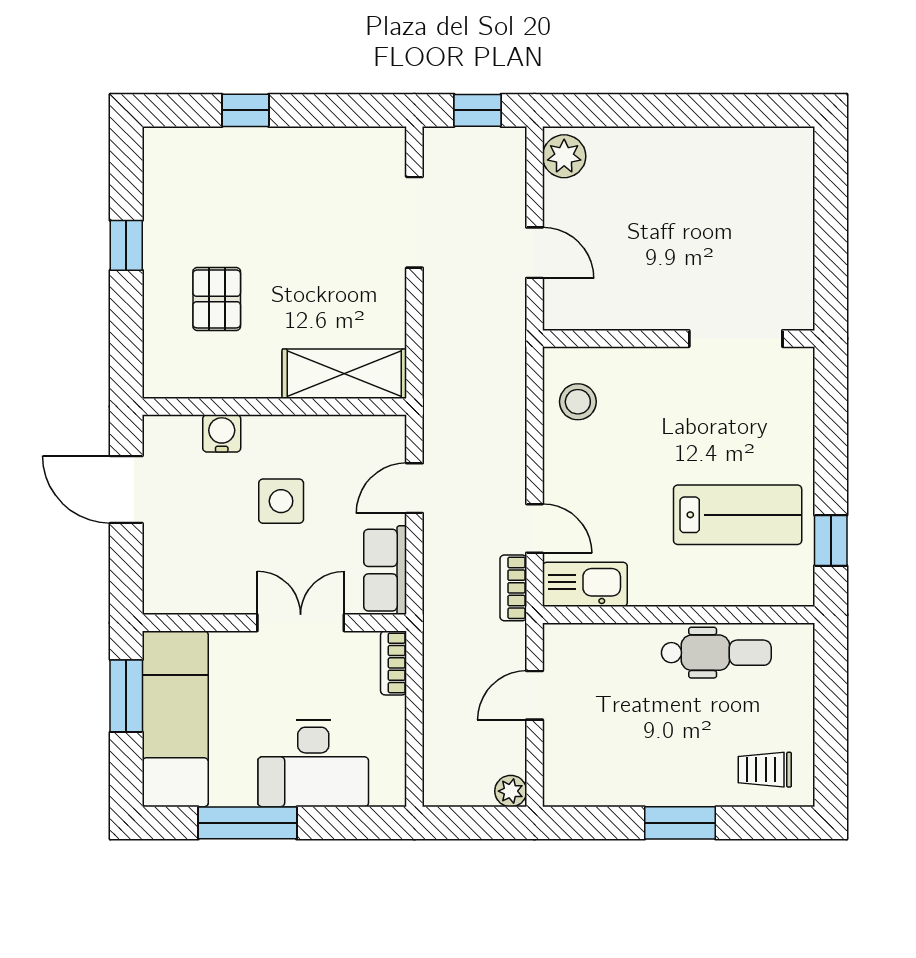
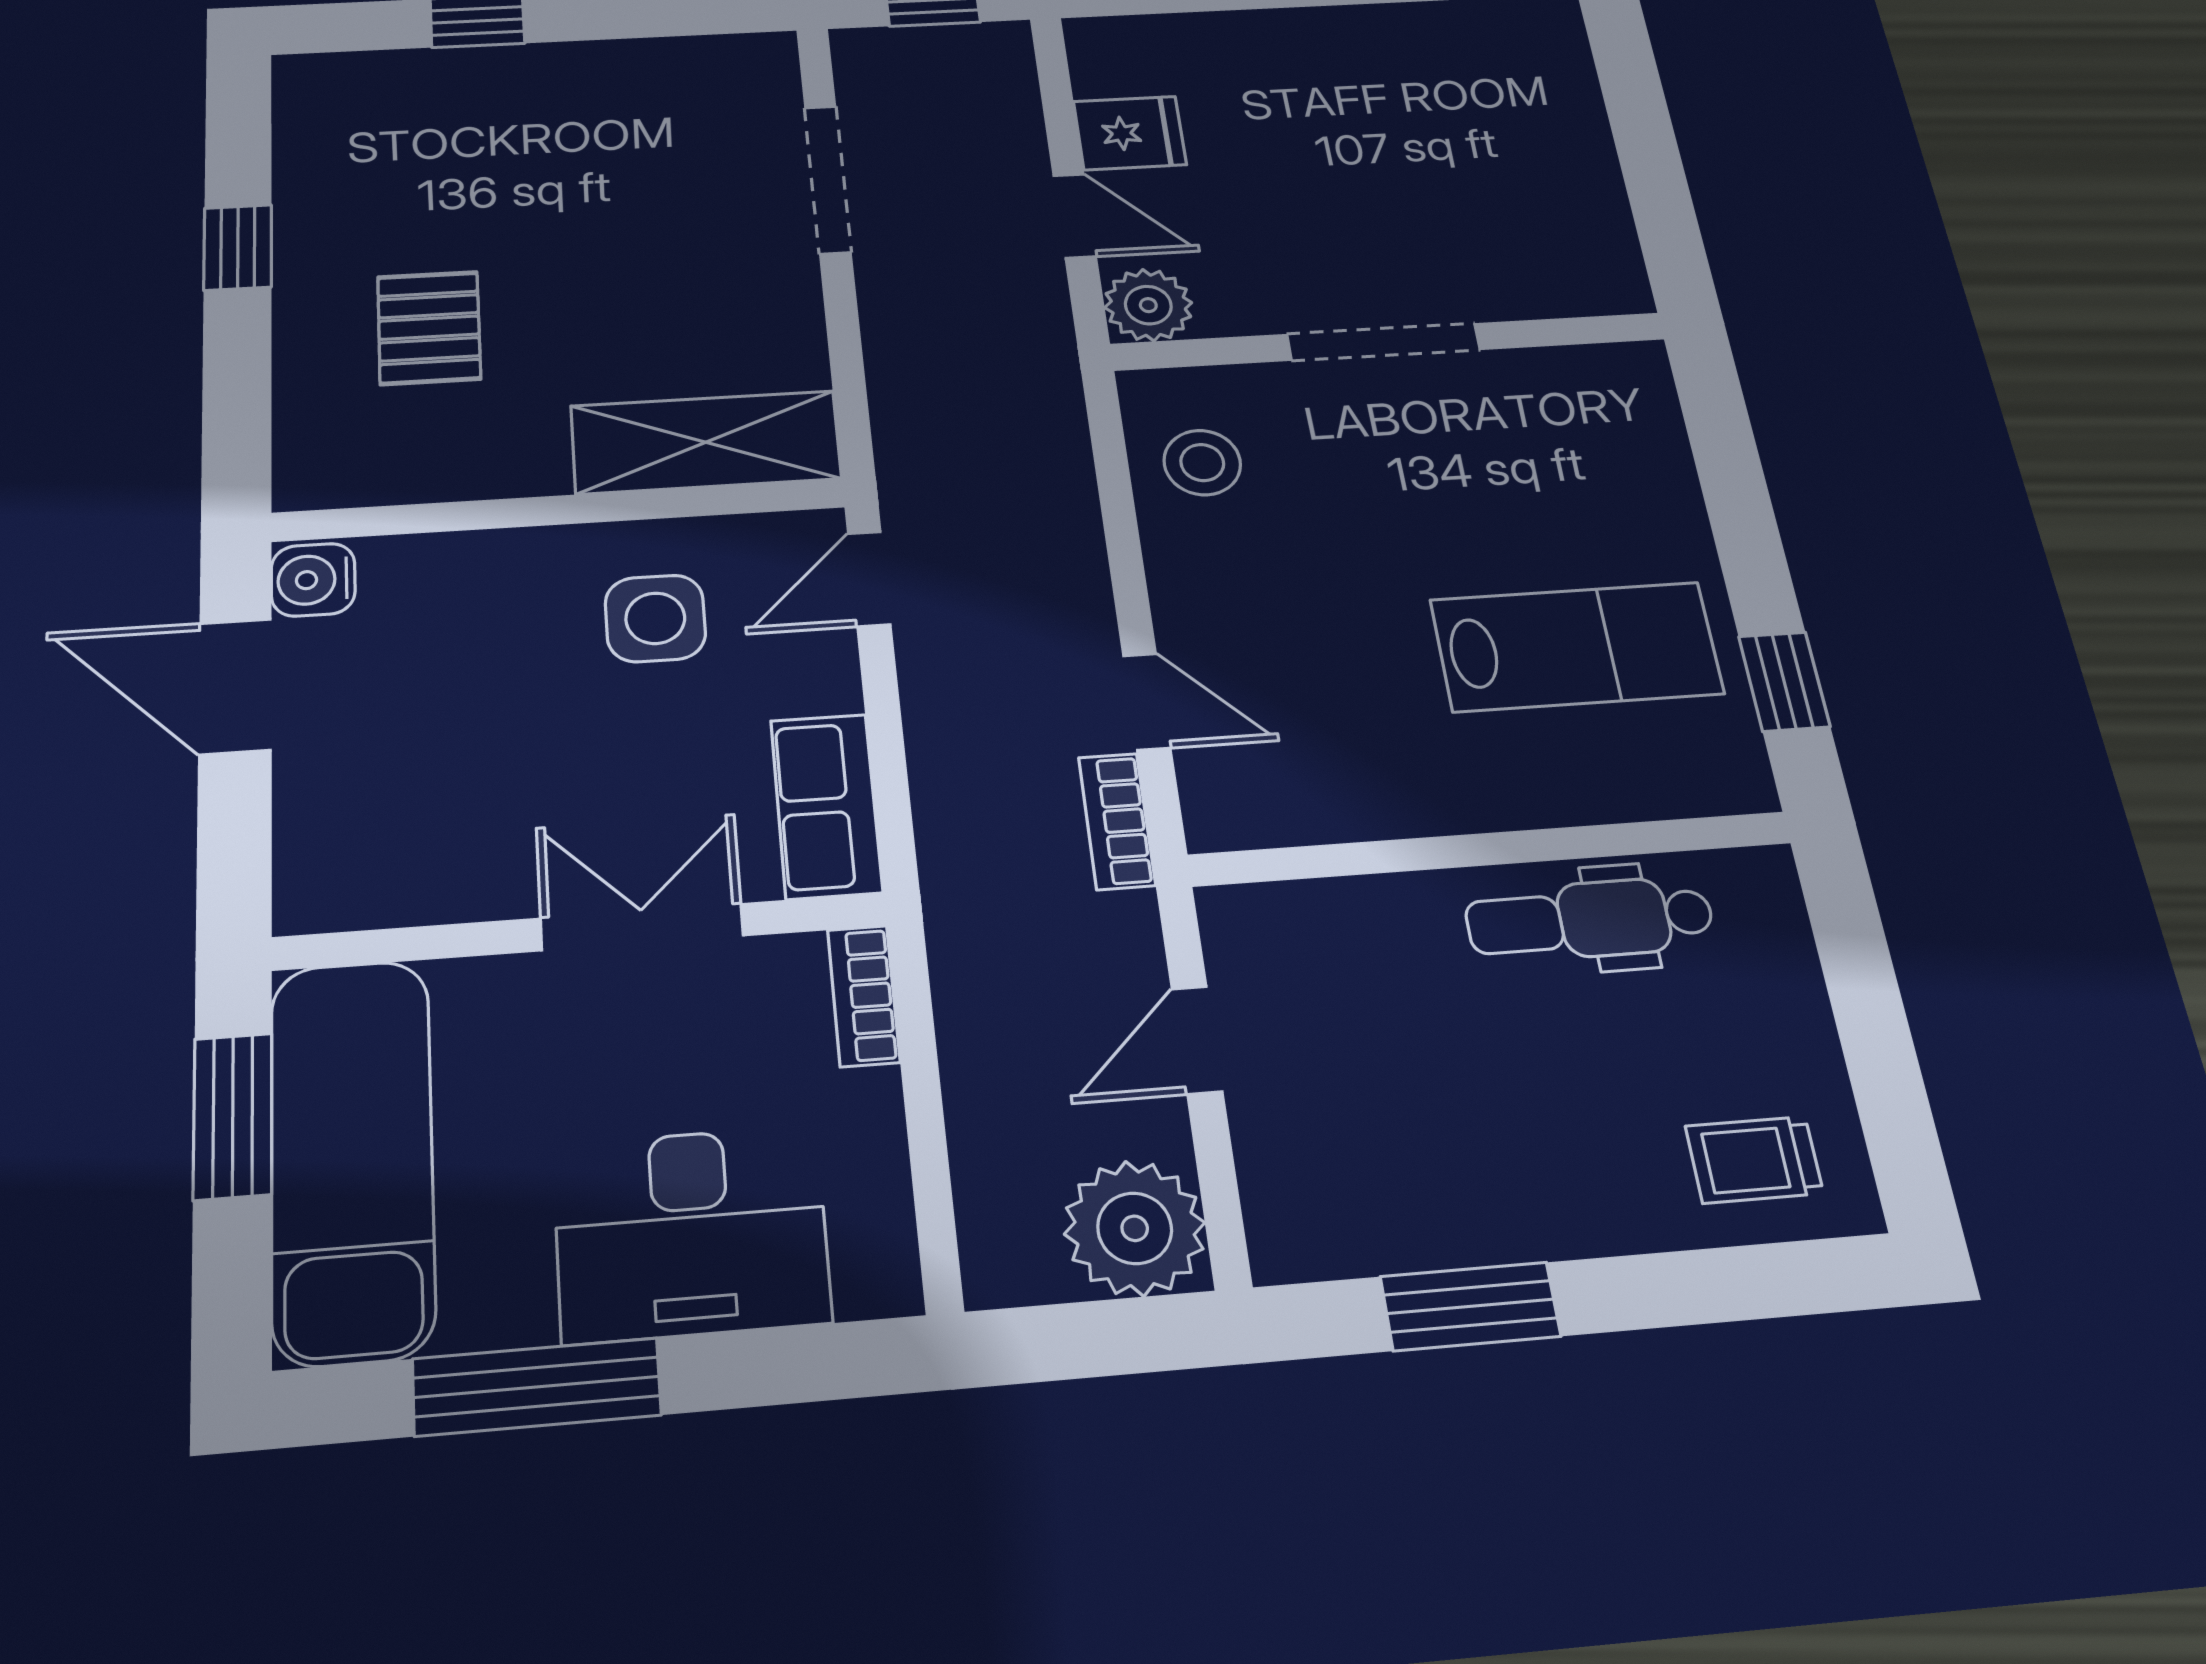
plant: (564, 156) -> (1148, 305), moved
fridge: (569, 203) -> (1130, 133), added
doorway: (736, 339) -> (1384, 342), moved
water cooler: (222, 433) -> (313, 580), moved, turned -90
door: (414, 488) -> (869, 579), moved
side table: (281, 501) -> (655, 618), moved
kitchen sink: (585, 584) -> (1274, 803), removed
dental chair: (716, 653) -> (1590, 920), turned 180
plant: (511, 791) -> (1135, 1228), width x1.88, depth x1.88
window: (680, 823) -> (1470, 1306), moved

